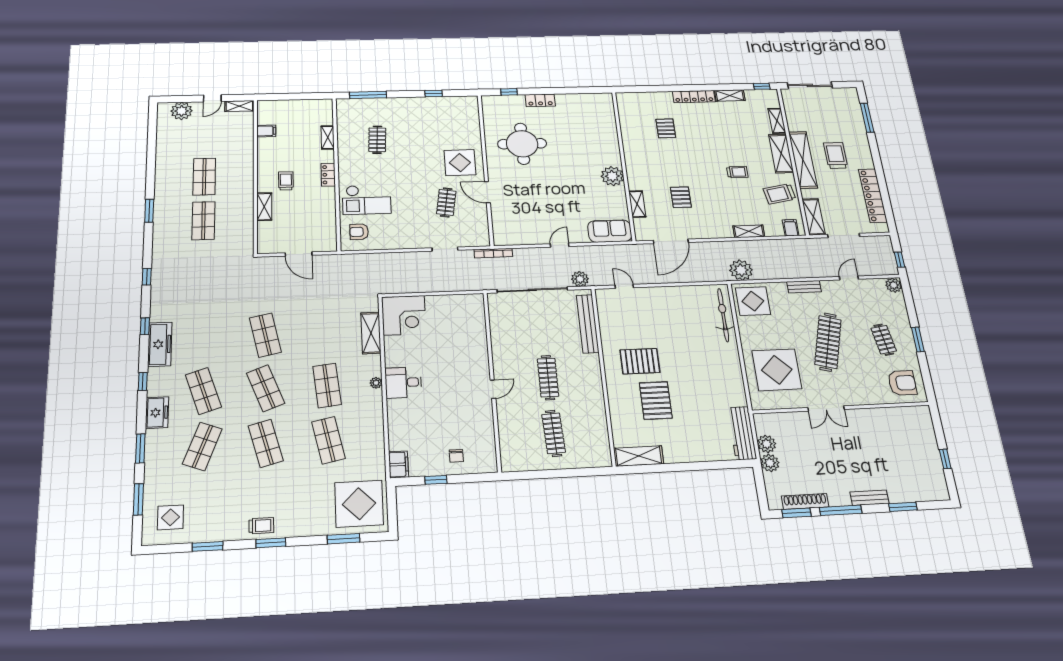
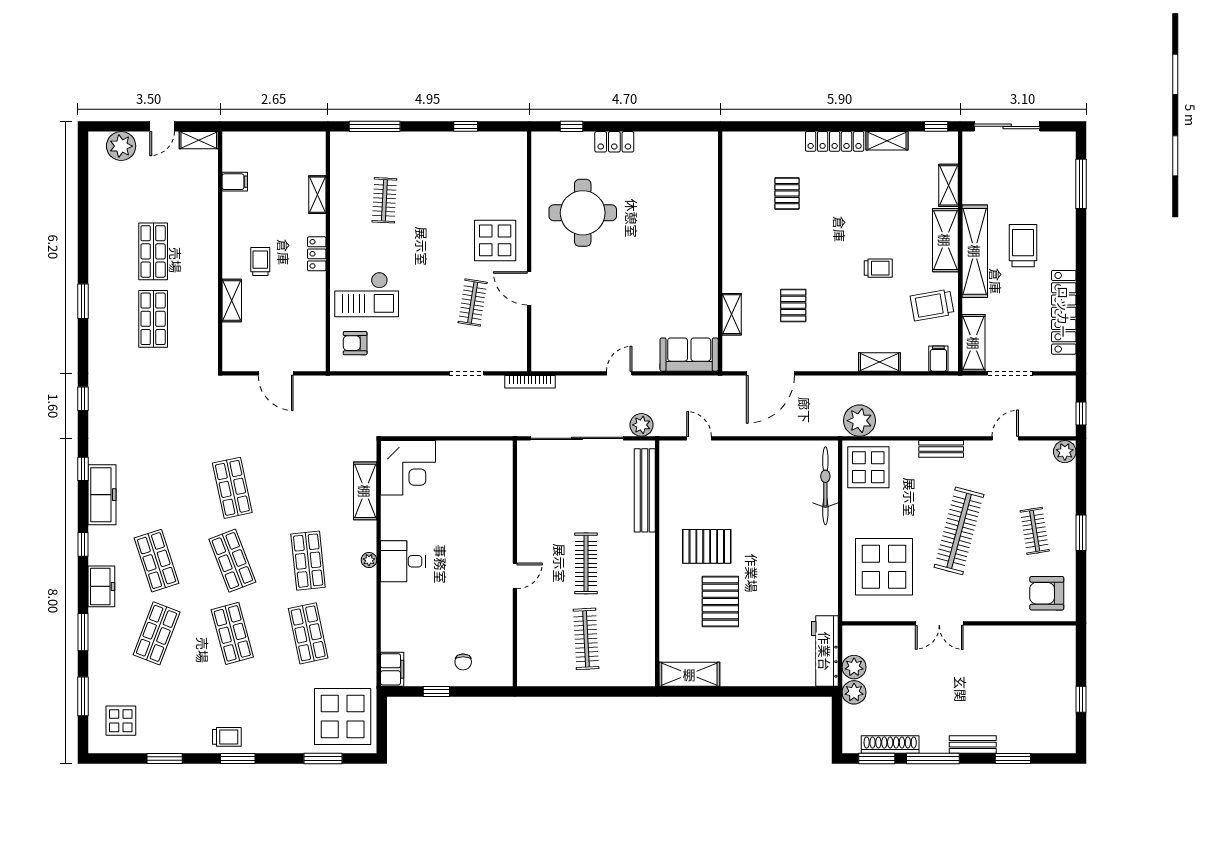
plant: (612, 176) -> (702, 269), removed
armchair: (902, 383) -> (1047, 593), turned 180

